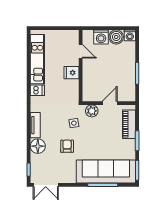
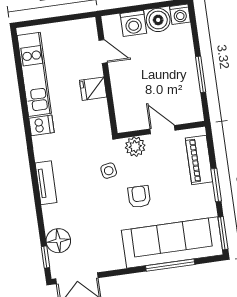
door: (110, 103) -> (162, 130), hinge flipped
floor lamp: (38, 146) -> (58, 241), moved
armchair: (67, 146) -> (139, 197), moved

